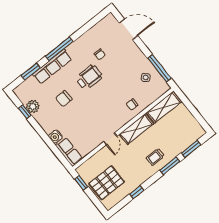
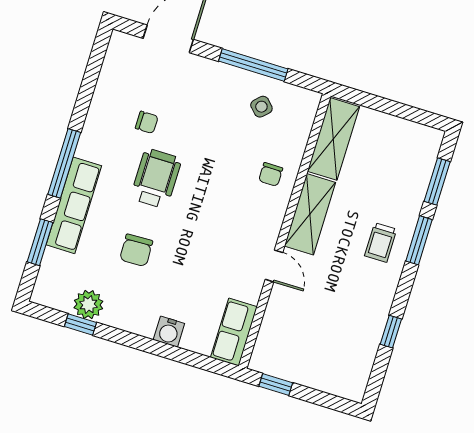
window: (159, 68) -> (253, 65), moved
row of seats: (69, 152) -> (234, 332), moved, turned -90
pallet: (107, 183) -> (323, 352), removed

